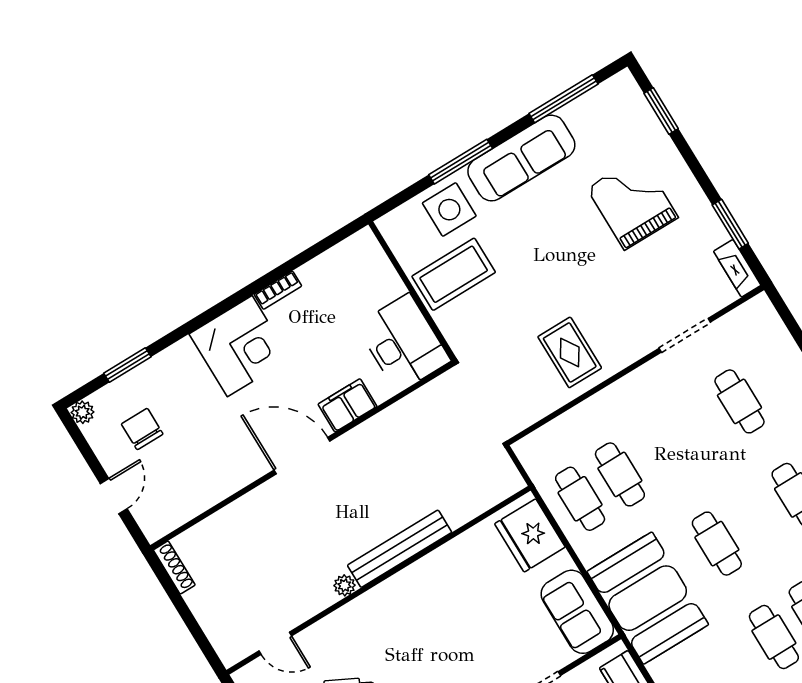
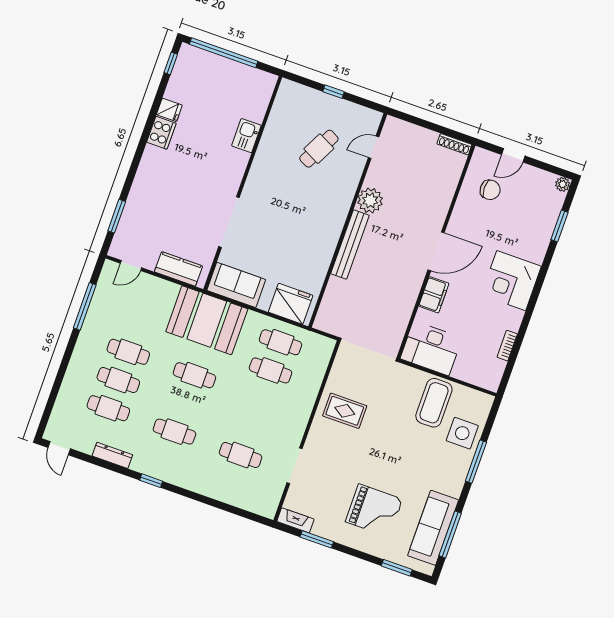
sofa: (521, 158) -> (433, 528), moved
bookcase: (278, 290) -> (507, 346), moved
chair: (142, 429) -> (490, 190), moved
door: (114, 496) -> (513, 155), hinge flipped
plant: (344, 585) -> (370, 200), width x1.88, depth x1.88

